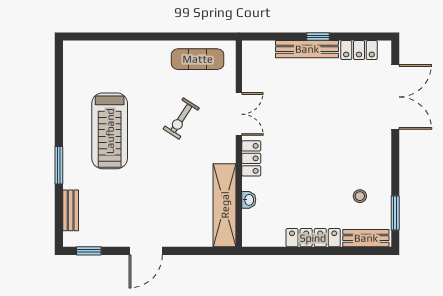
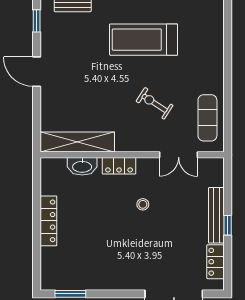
double door: (239, 114) -> (179, 155), moved
stool: (360, 196) -> (143, 204), moved
washbasin: (249, 200) -> (82, 166), width x1.91, depth x1.45
bench: (366, 238) -> (48, 268), removed

